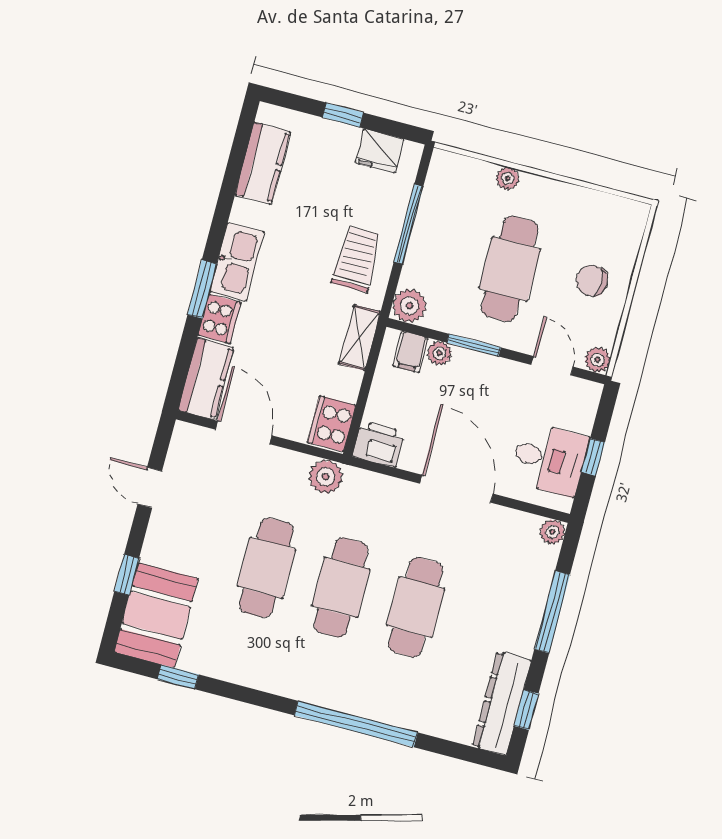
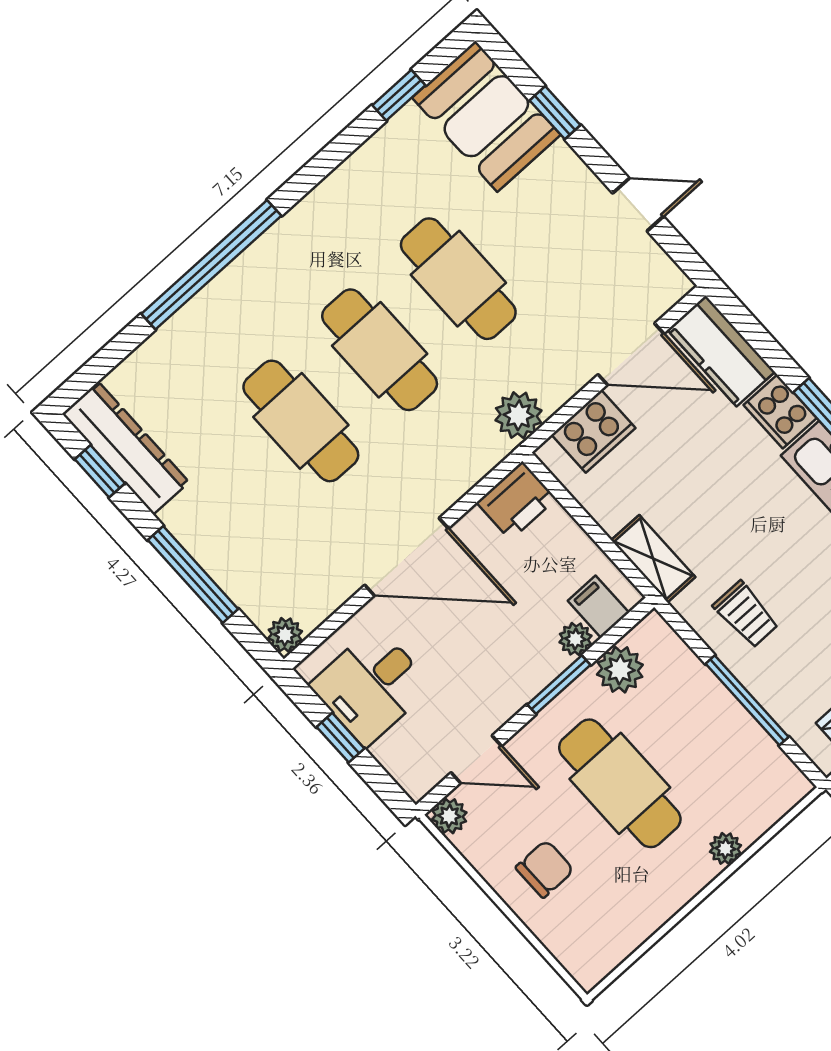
trolley: (357, 259) -> (746, 614), width x0.73, depth x0.72
plant: (409, 306) -> (620, 670), moved
cooker: (332, 424) -> (593, 431), moved, turned 90

